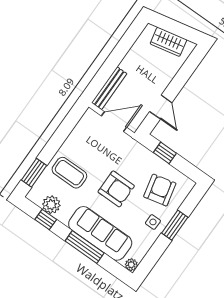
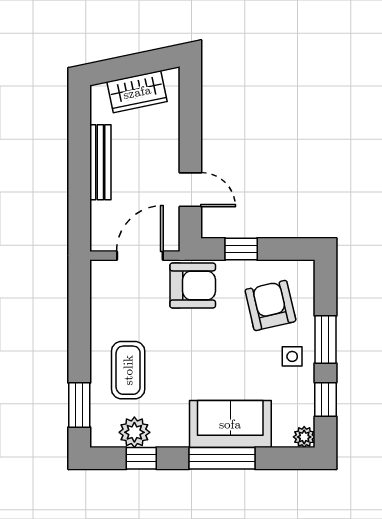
bench: (109, 88) -> (100, 162), moved
coffee table: (69, 173) -> (128, 370), turned 90
armchair: (116, 189) -> (193, 285), moved
sofa: (100, 233) -> (230, 424), width x0.73
window: (154, 254) -> (325, 399), added

